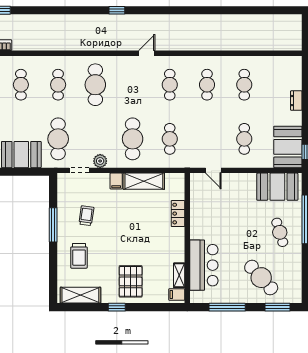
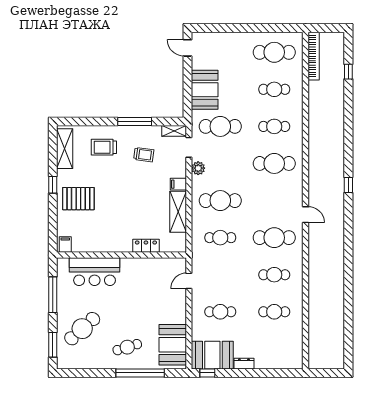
cafe table: (170, 85) -> (274, 238), width x1.37, depth x1.35
dresser: (296, 101) -> (244, 364), moved
shelving: (179, 275) -> (174, 131), moved

